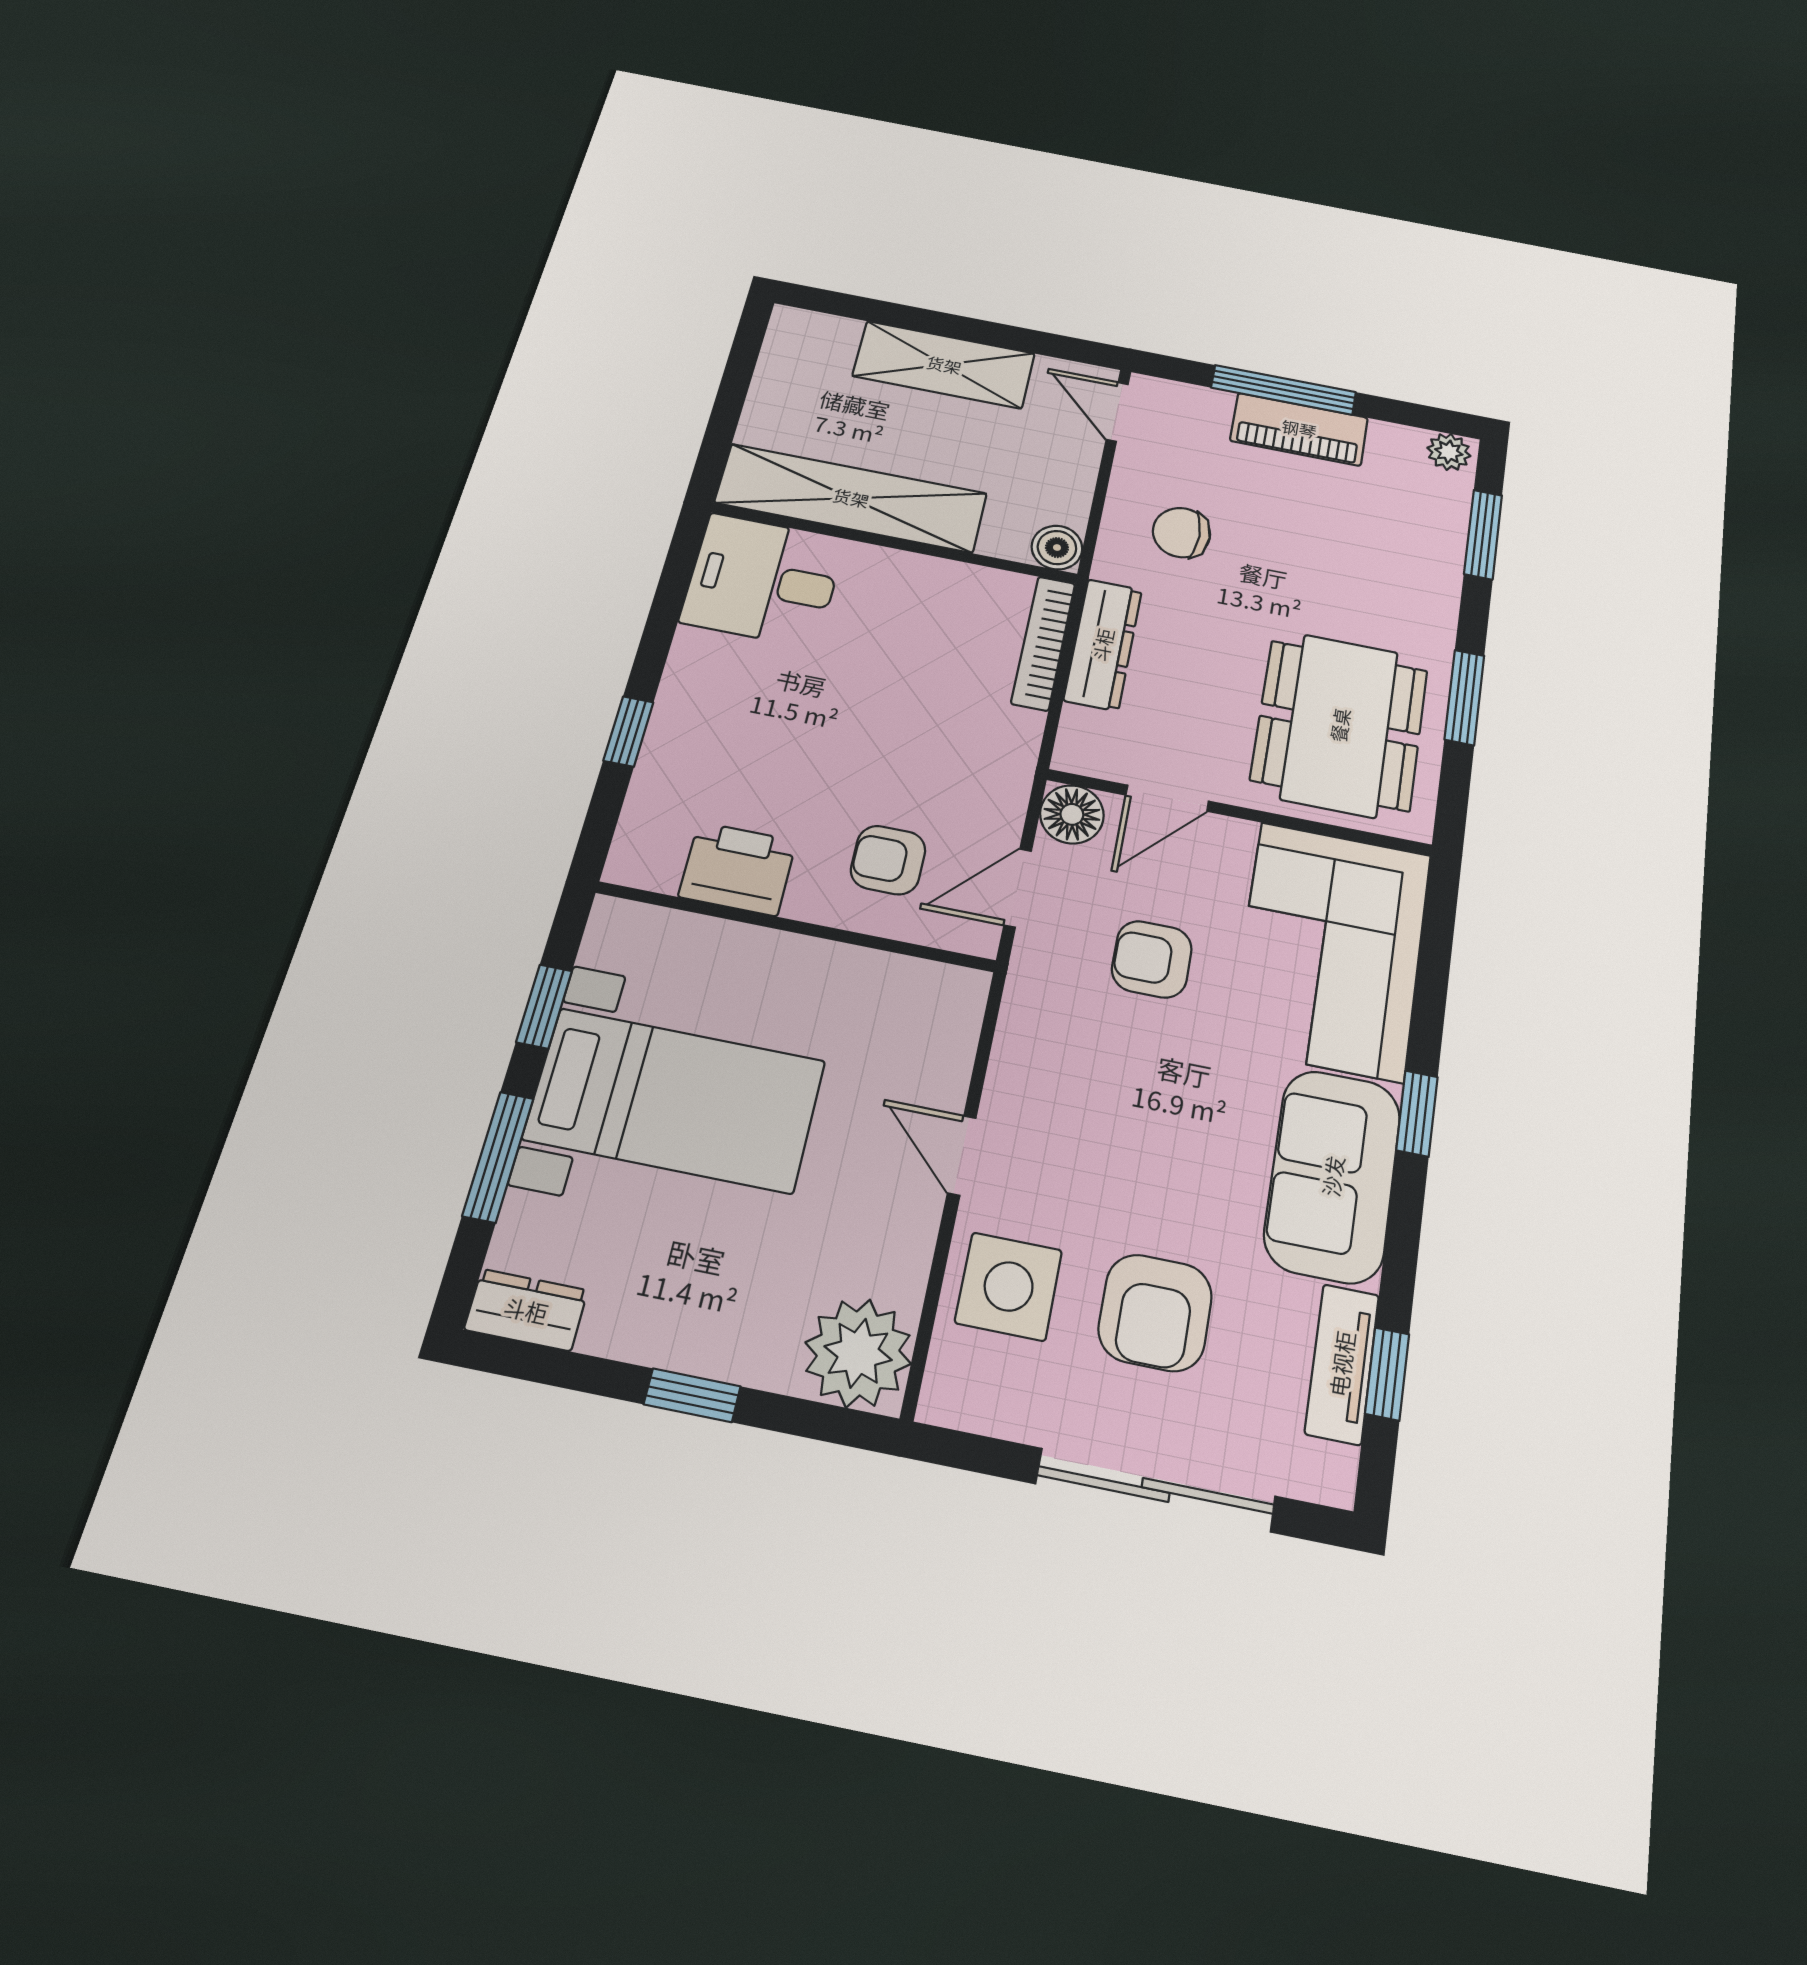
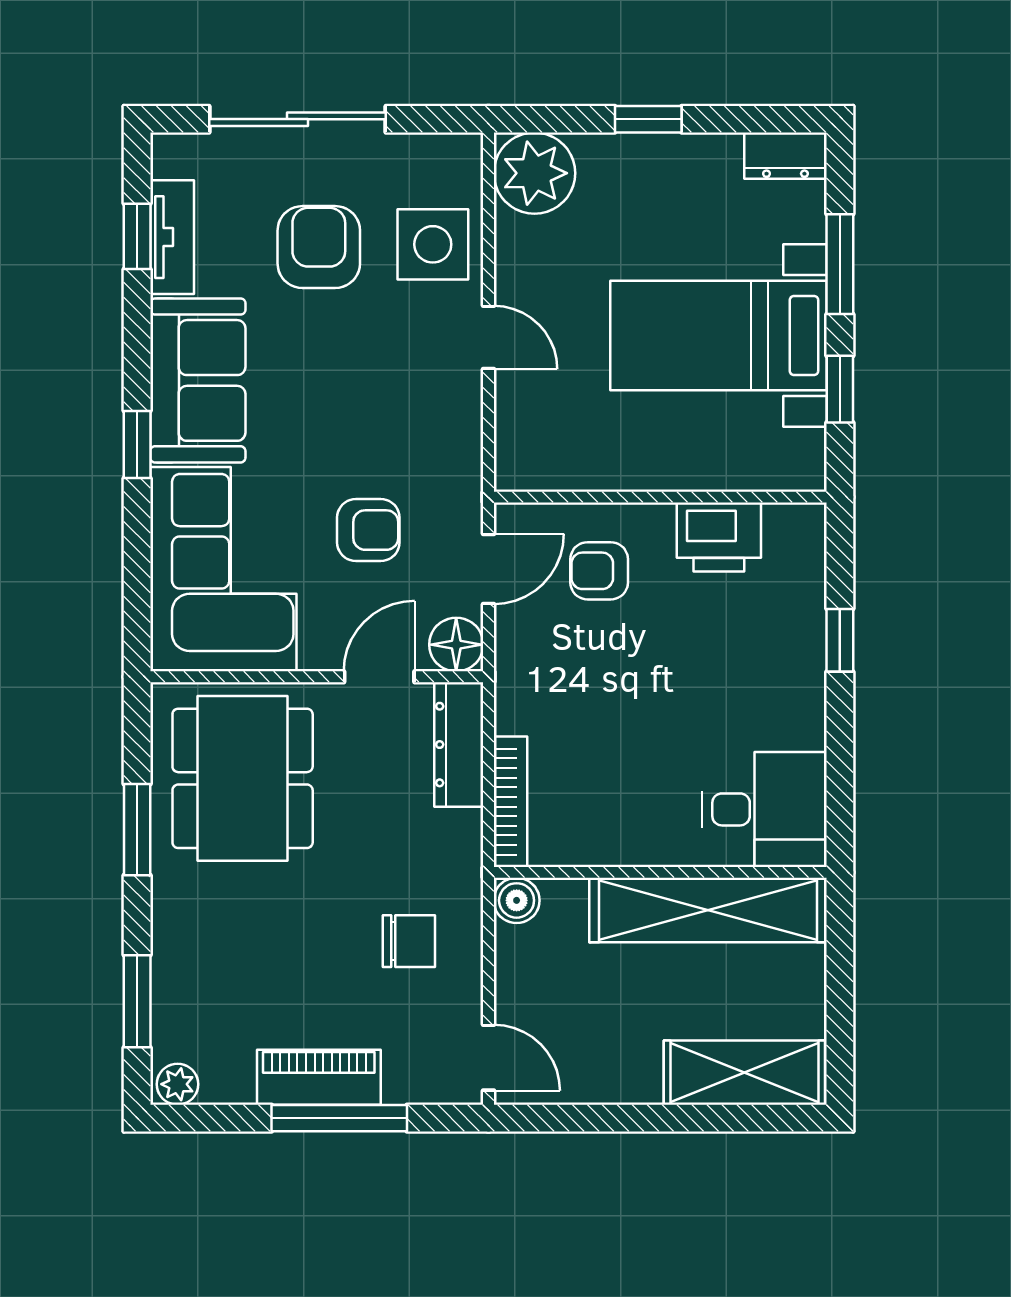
shelving: (944, 365) -> (744, 1073), moved
dresser: (1103, 645) -> (459, 745), moved
armchair: (888, 860) -> (599, 571), turned 180

